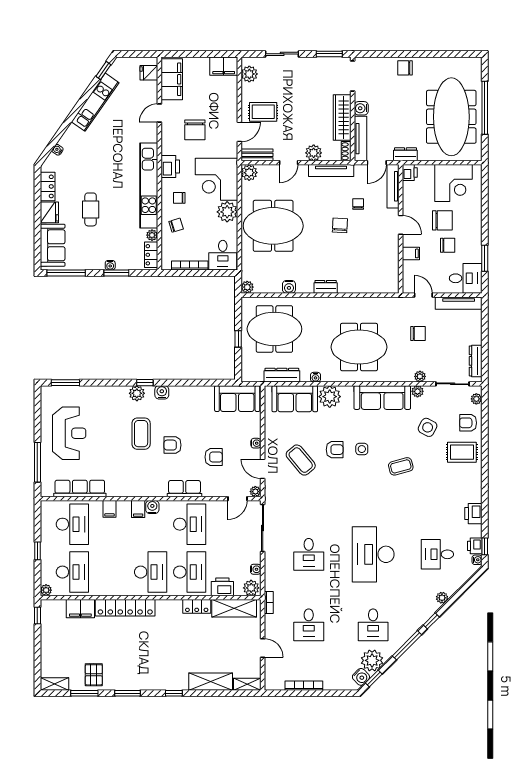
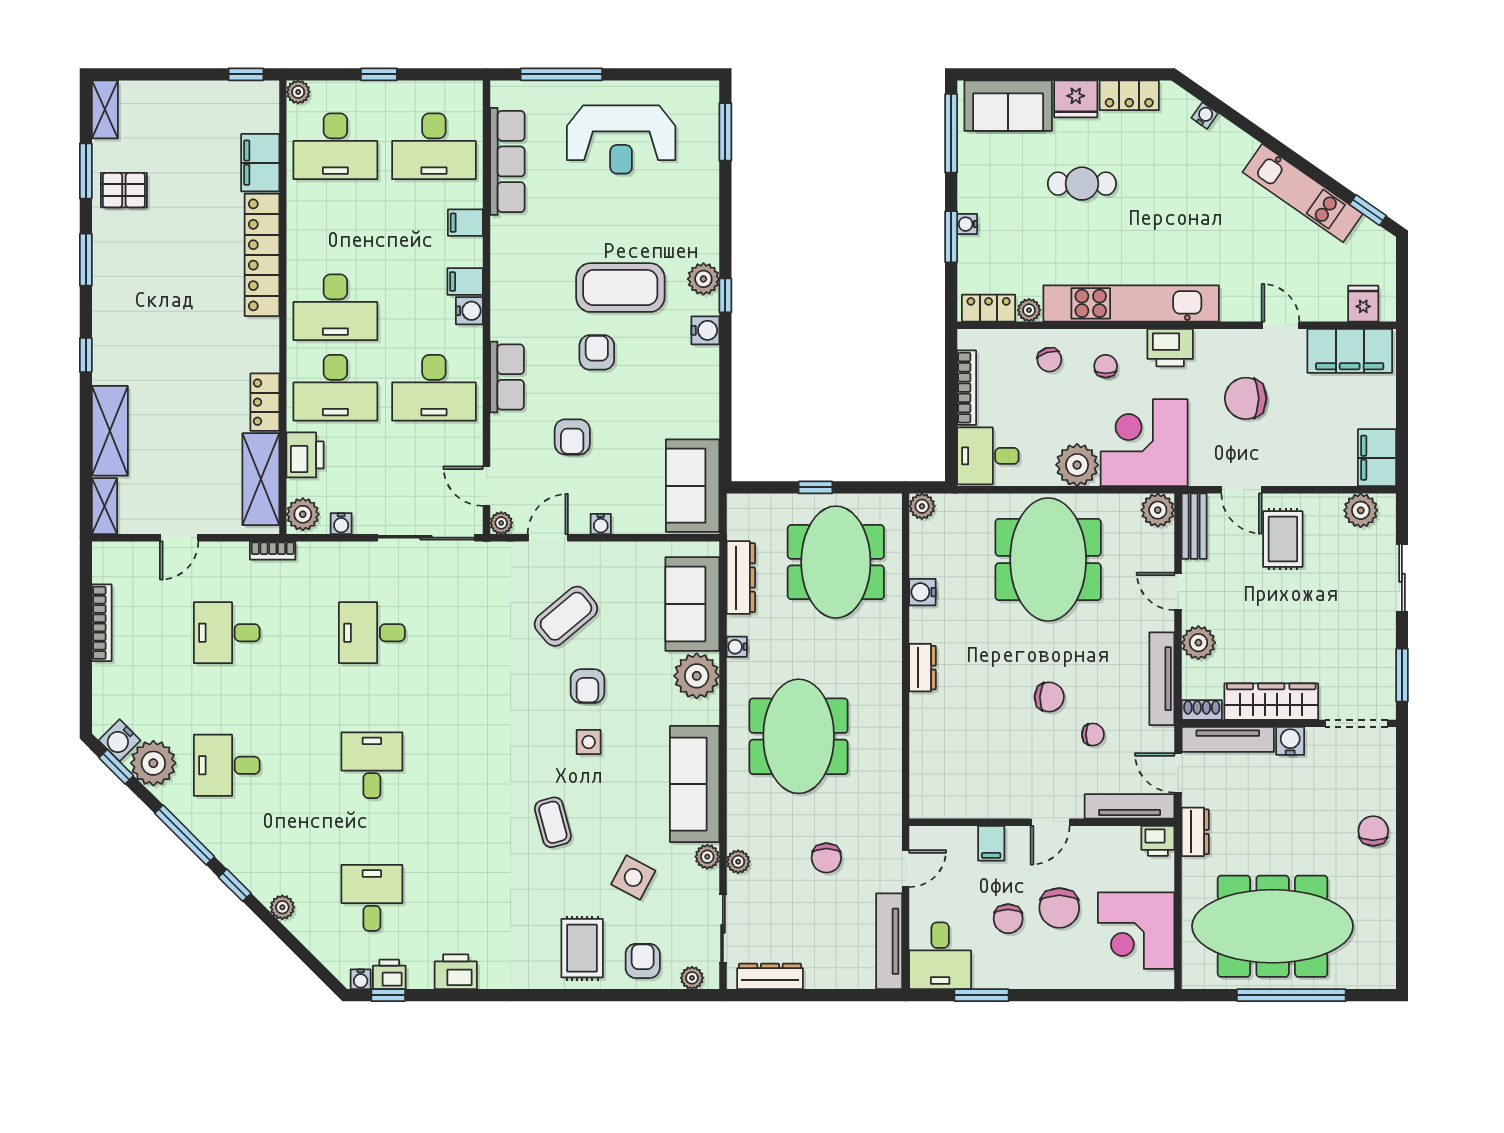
coffee table: (141, 434) -> (620, 288), width x1.36, depth x1.32
desk: (373, 554) -> (372, 765), width x0.53, depth x0.77

